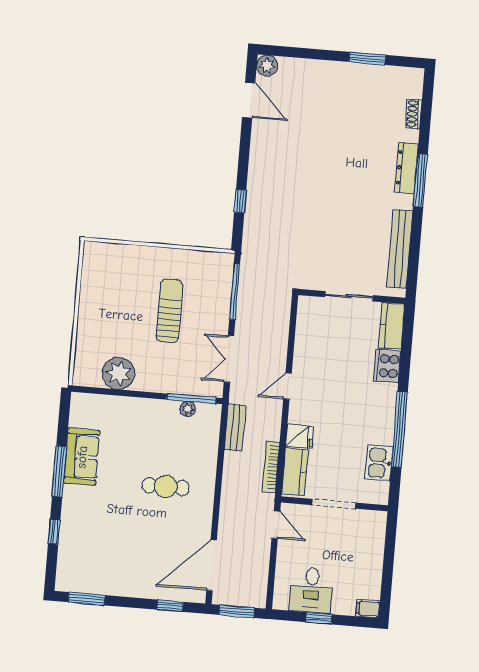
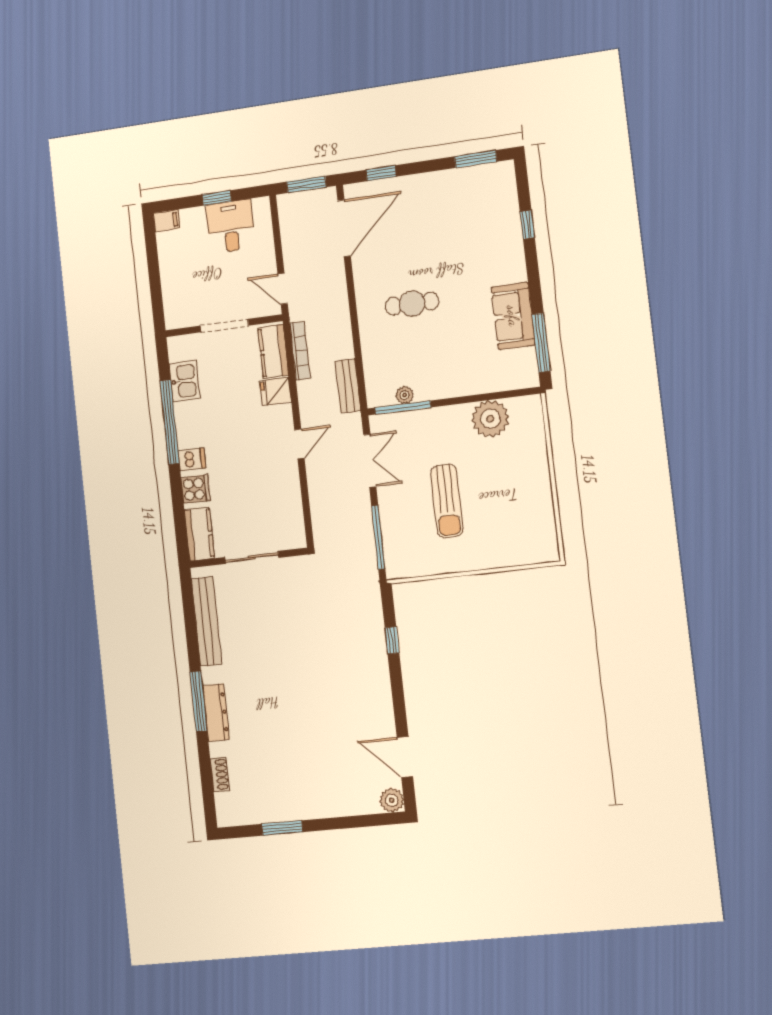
cooker: (387, 366) -> (196, 489), width x0.73
dishwasher: (386, 393) -> (192, 459), added
window: (59, 471) -> (541, 343), moved

